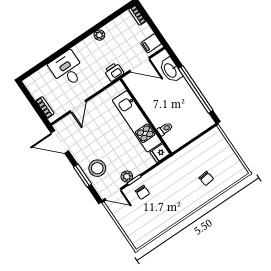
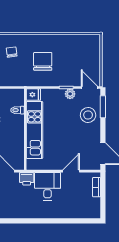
plant: (99, 35) -> (19, 214), removed
desk: (67, 69) -> (47, 186), moved, turned 180
window: (82, 175) -> (103, 107), moved
chair: (142, 192) -> (43, 61), moved, width x1.87, depth x1.87

